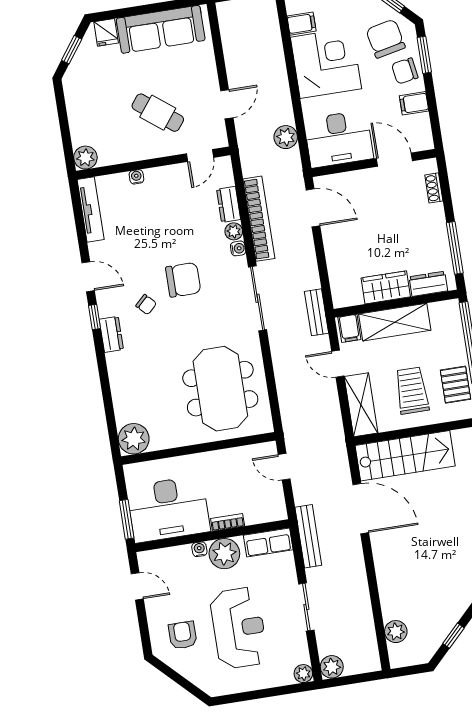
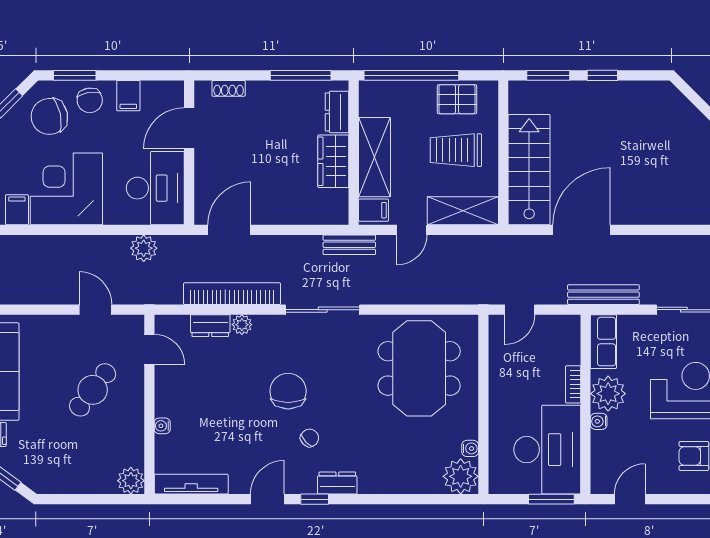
water cooler: (238, 248) -> (470, 448), moved, turned 90
meeting table: (220, 389) -> (419, 368), turned 90

